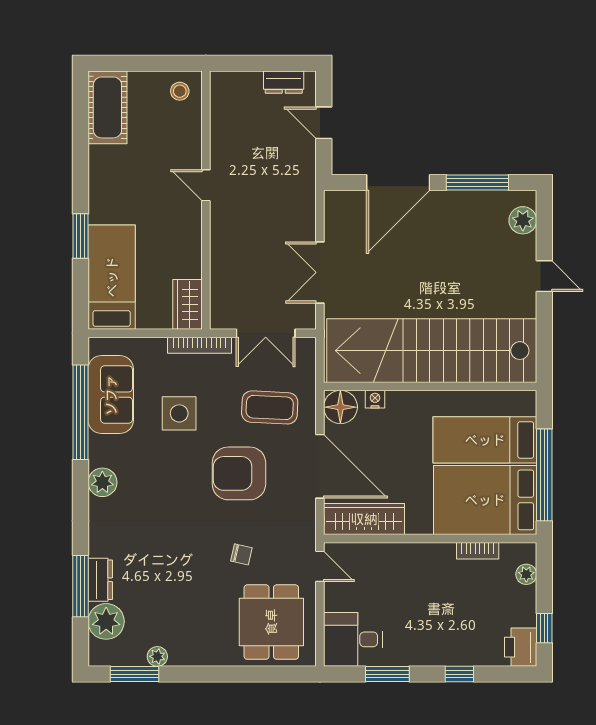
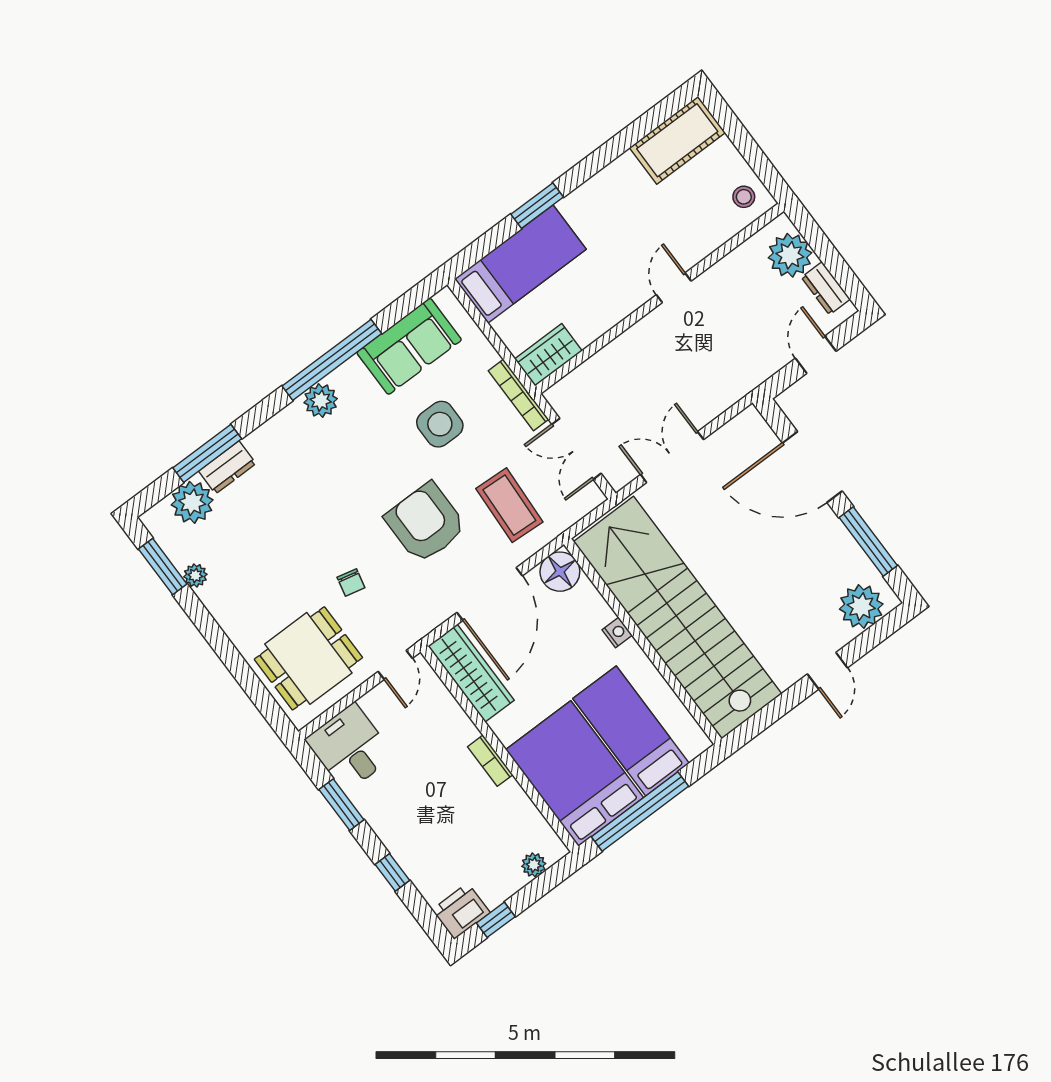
plant: (243, 90) -> (790, 255), added
plant: (523, 220) -> (861, 607), width x1.36, depth x1.36
nightstand: (375, 399) -> (617, 632), moved
window: (80, 412) -> (332, 360), moved
bookcase: (478, 551) -> (490, 761), moved

